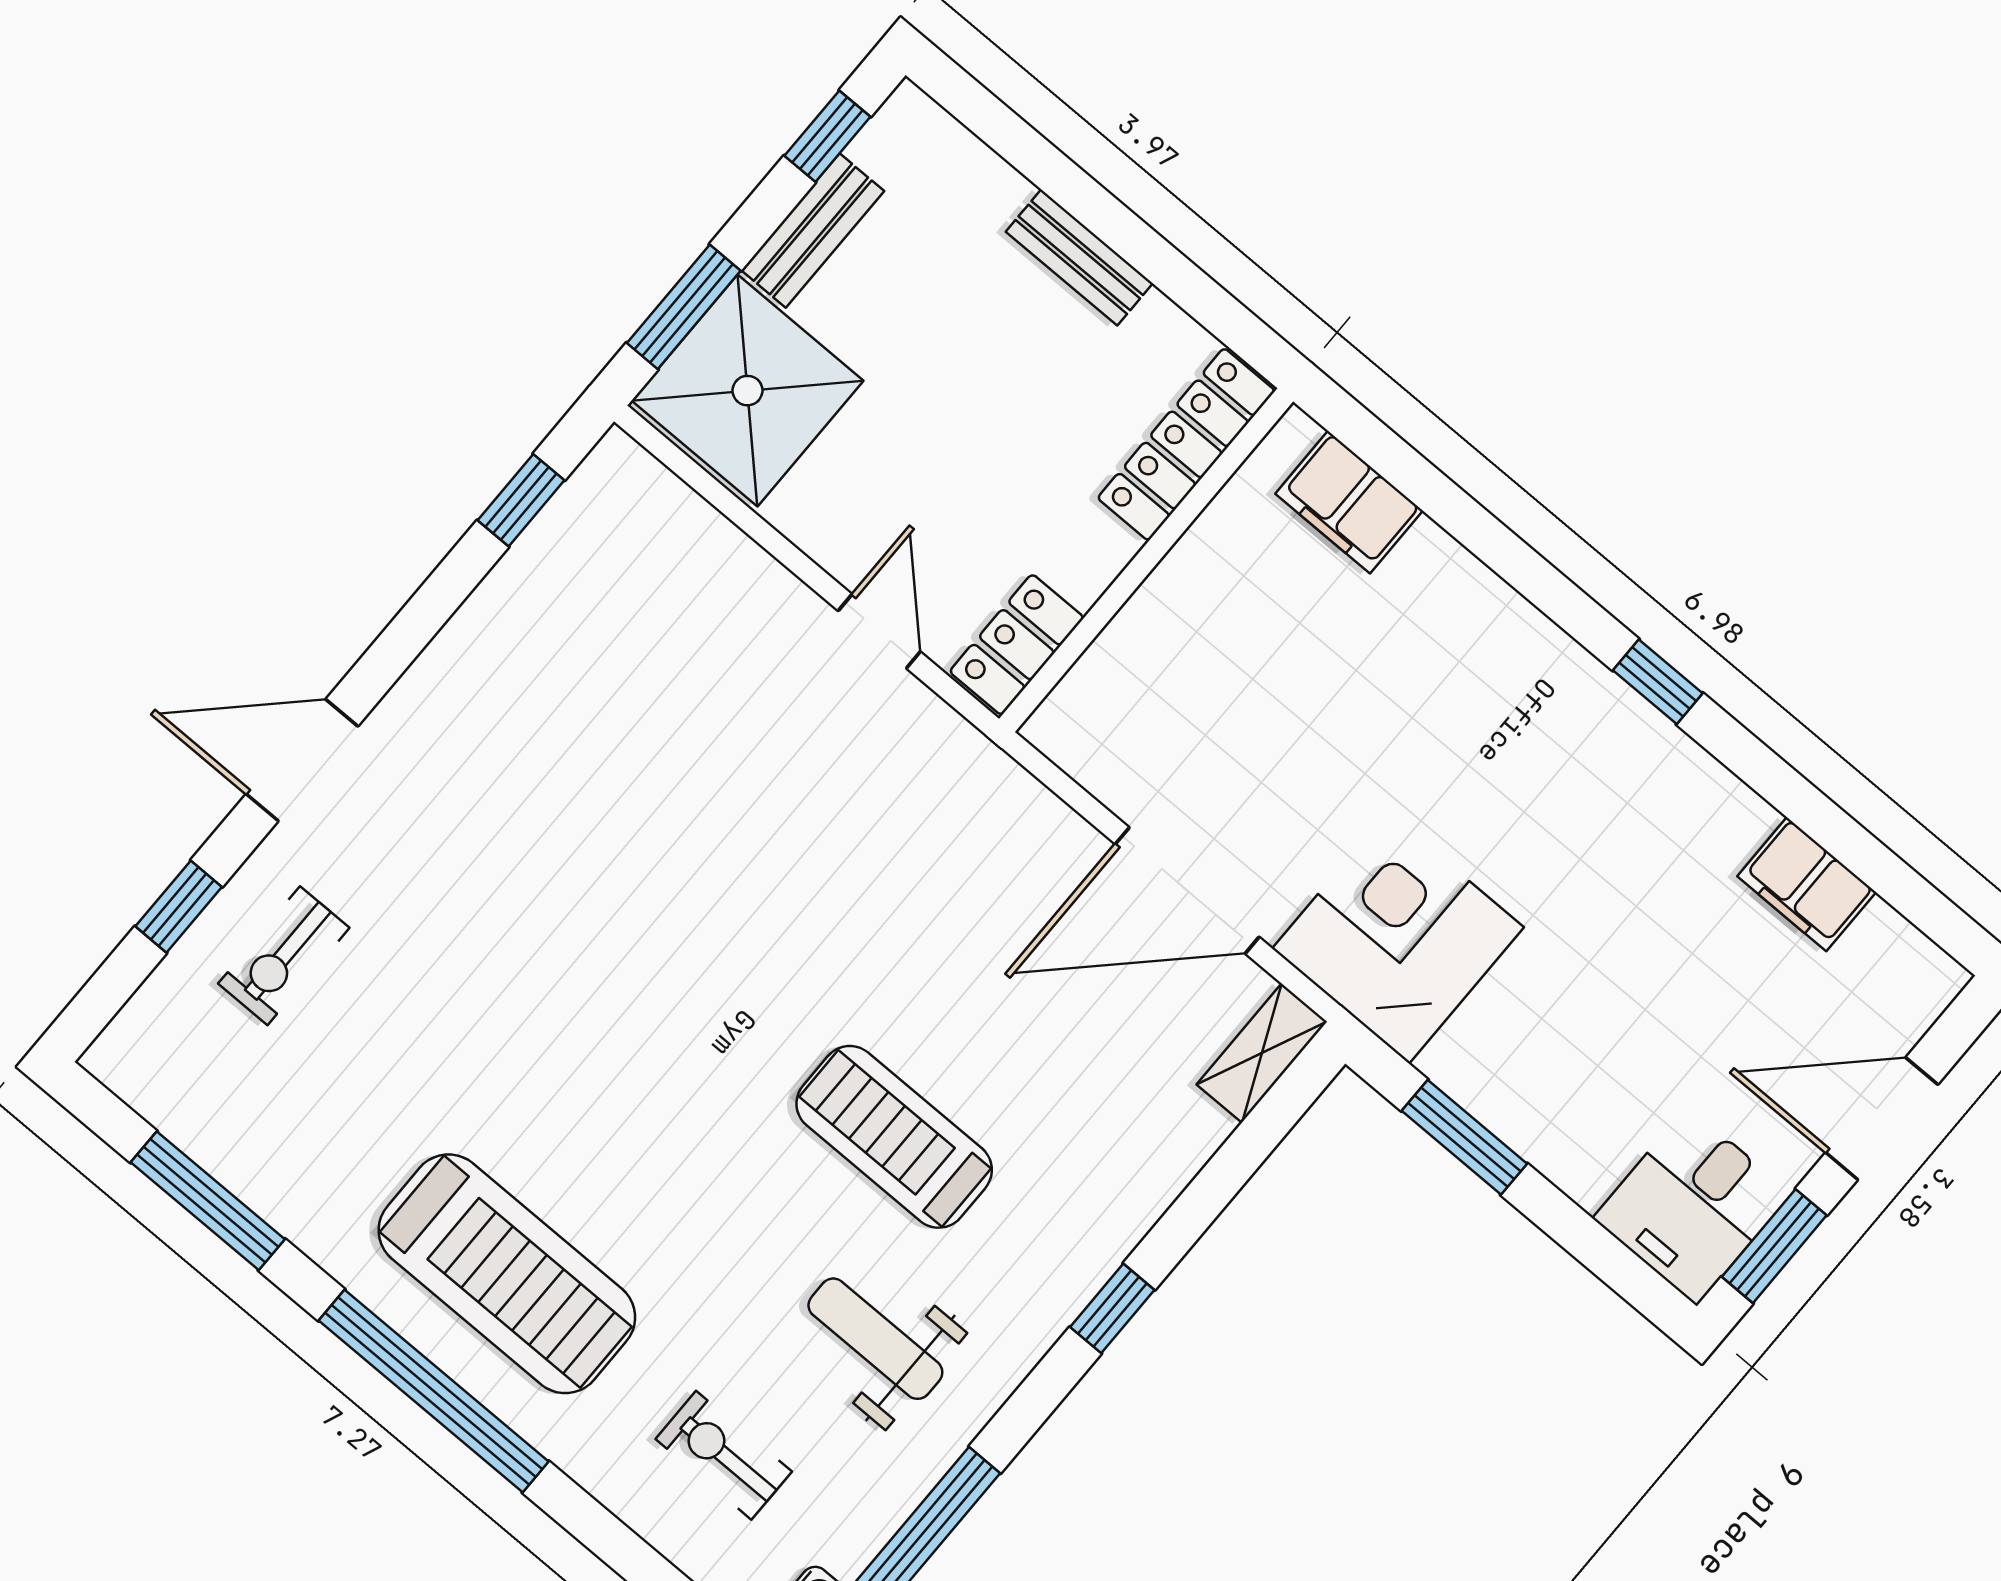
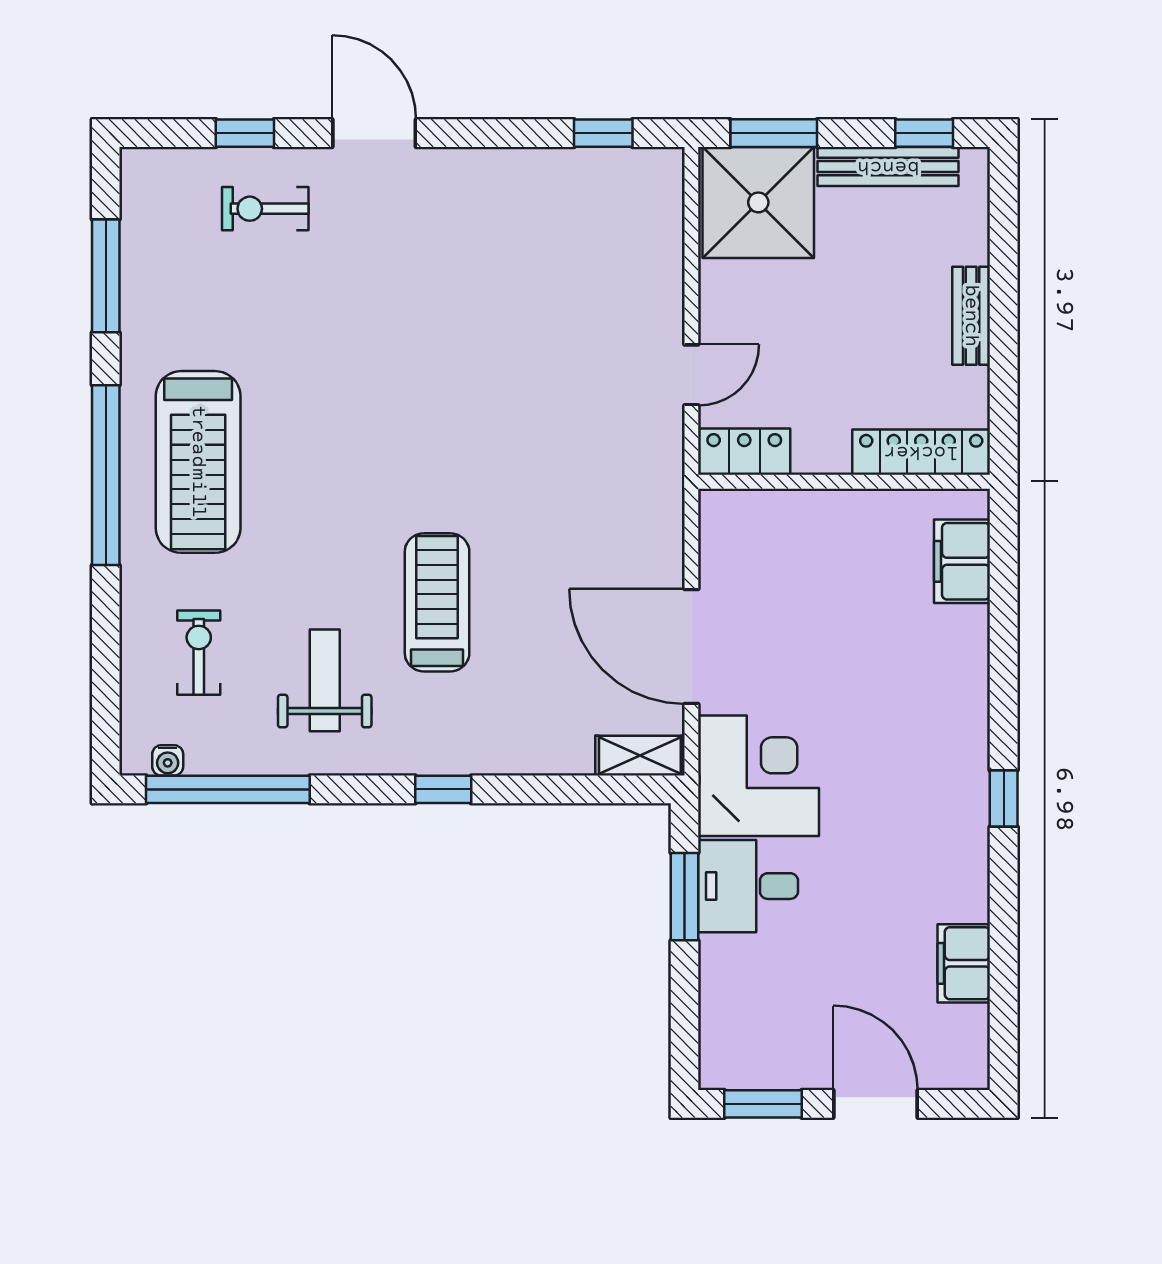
bench: (813, 231) -> (888, 167), width x1.36
desk: (1692, 1206) -> (748, 886), moved

